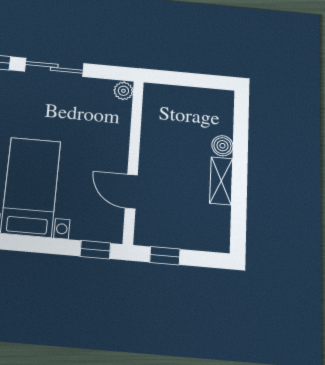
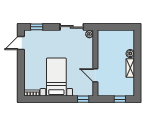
sliding door: (54, 67) -> (72, 27), moved
window: (165, 256) -> (120, 99), moved

